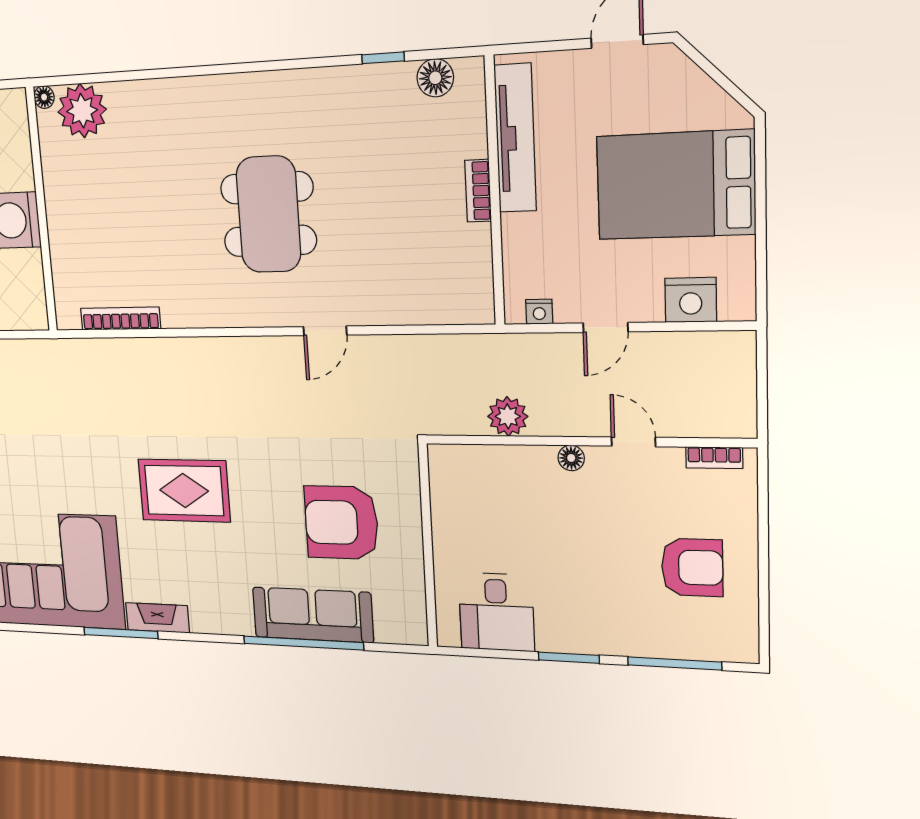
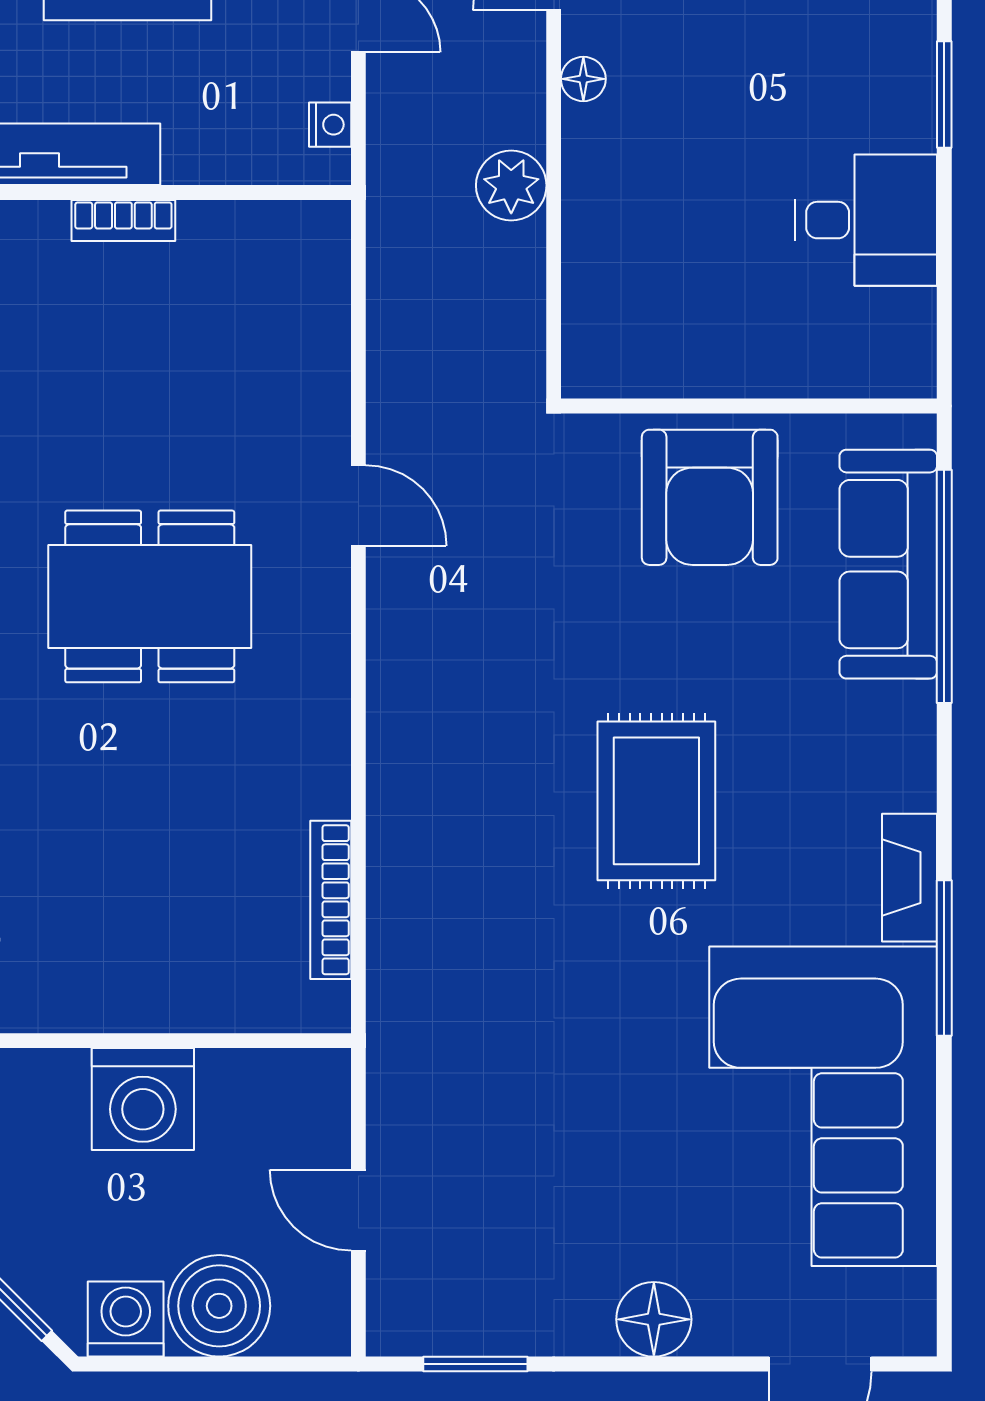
wall: (428, 546) -> (749, 406), moved

